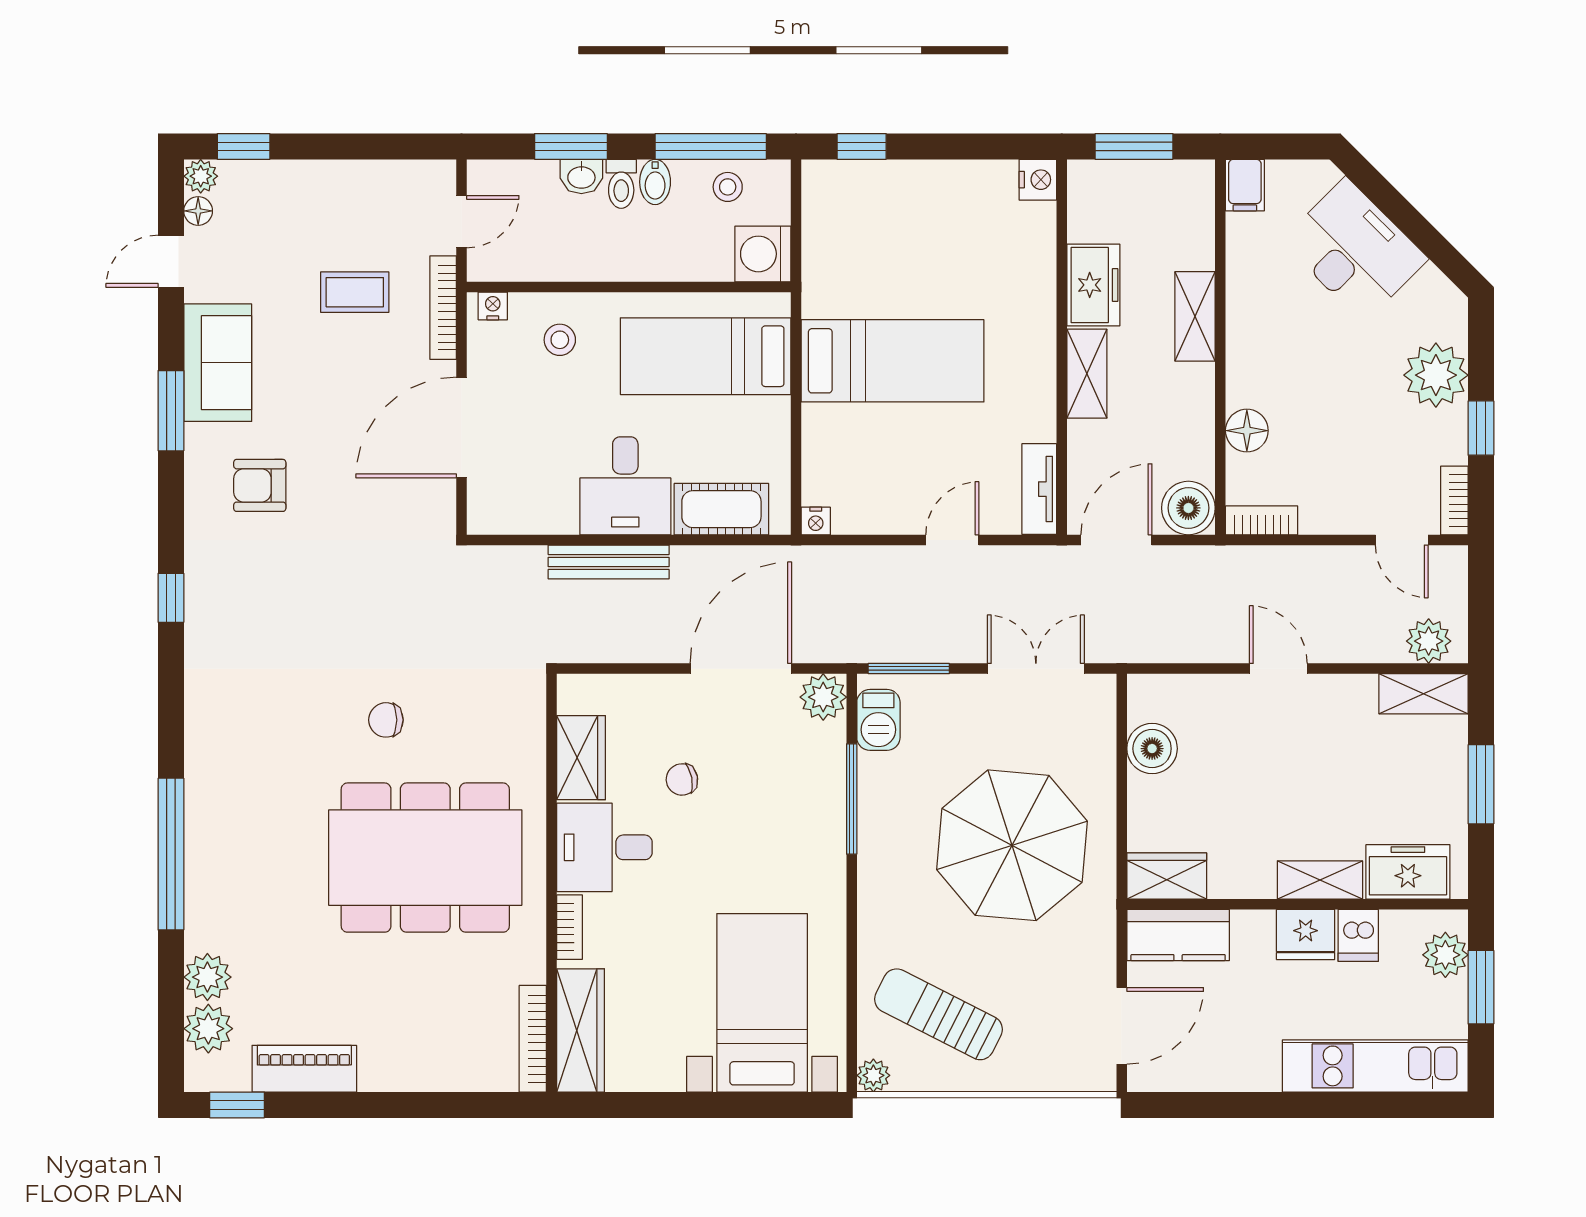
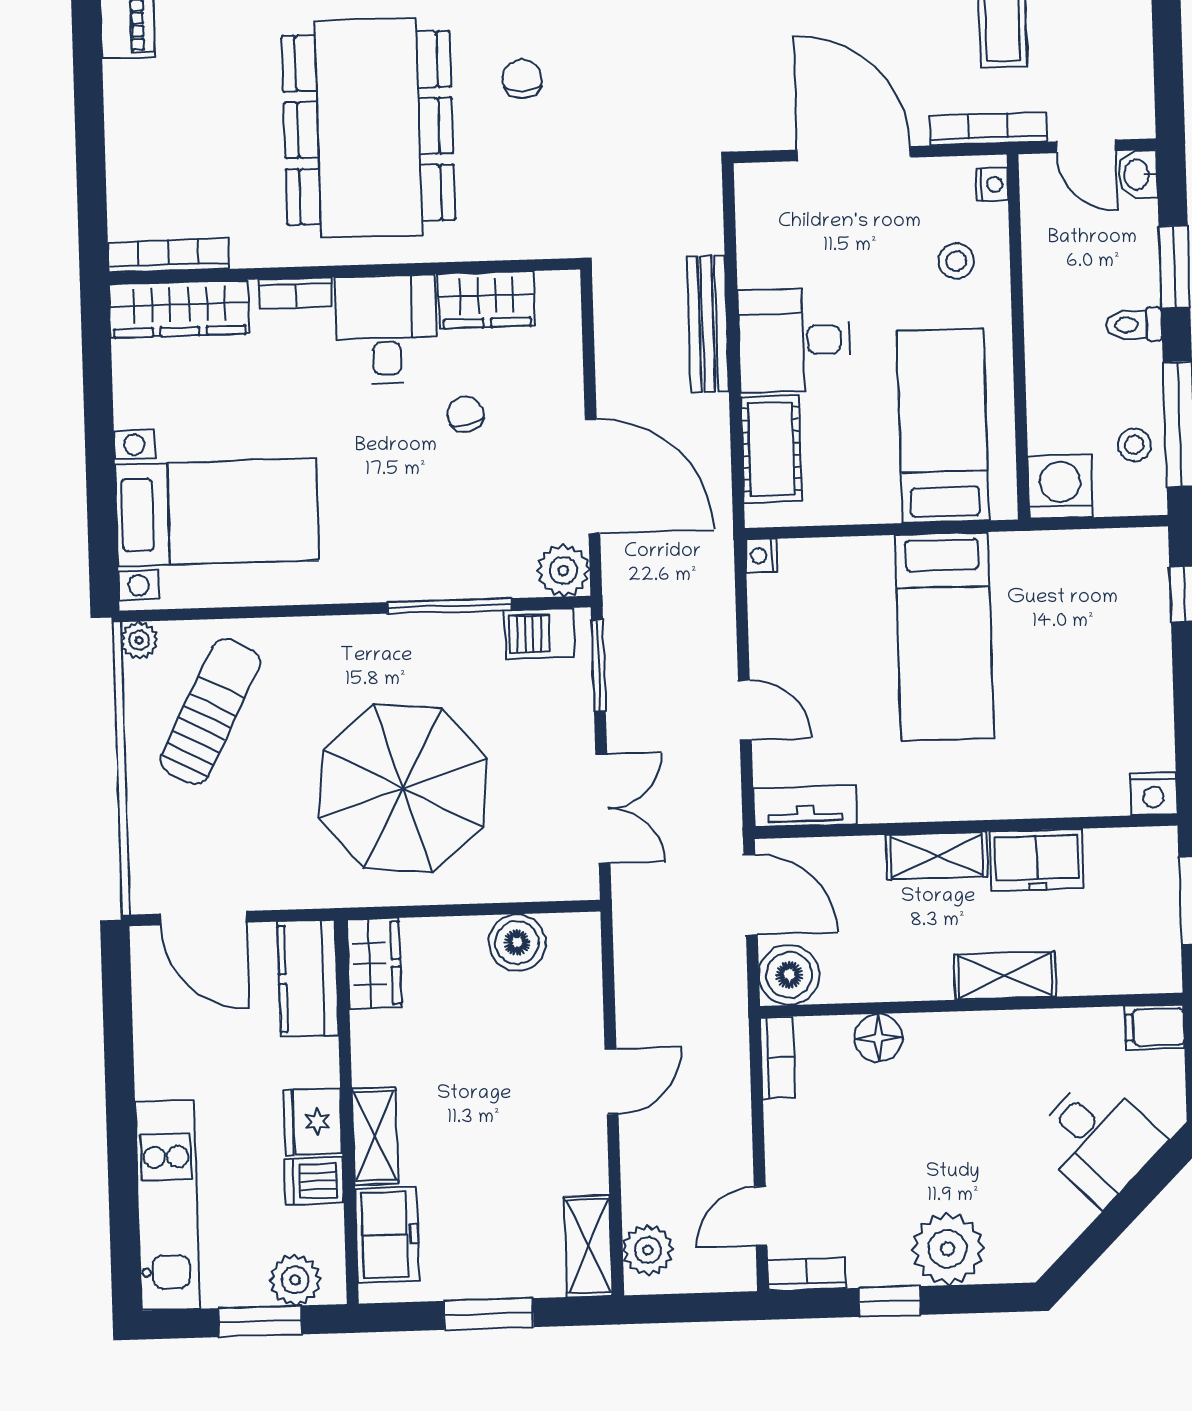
washbasin: (581, 176) -> (1138, 175), moved
bidet: (655, 182) -> (1137, 363), removed
desk: (1355, 250) -> (1098, 1140), width x0.73

